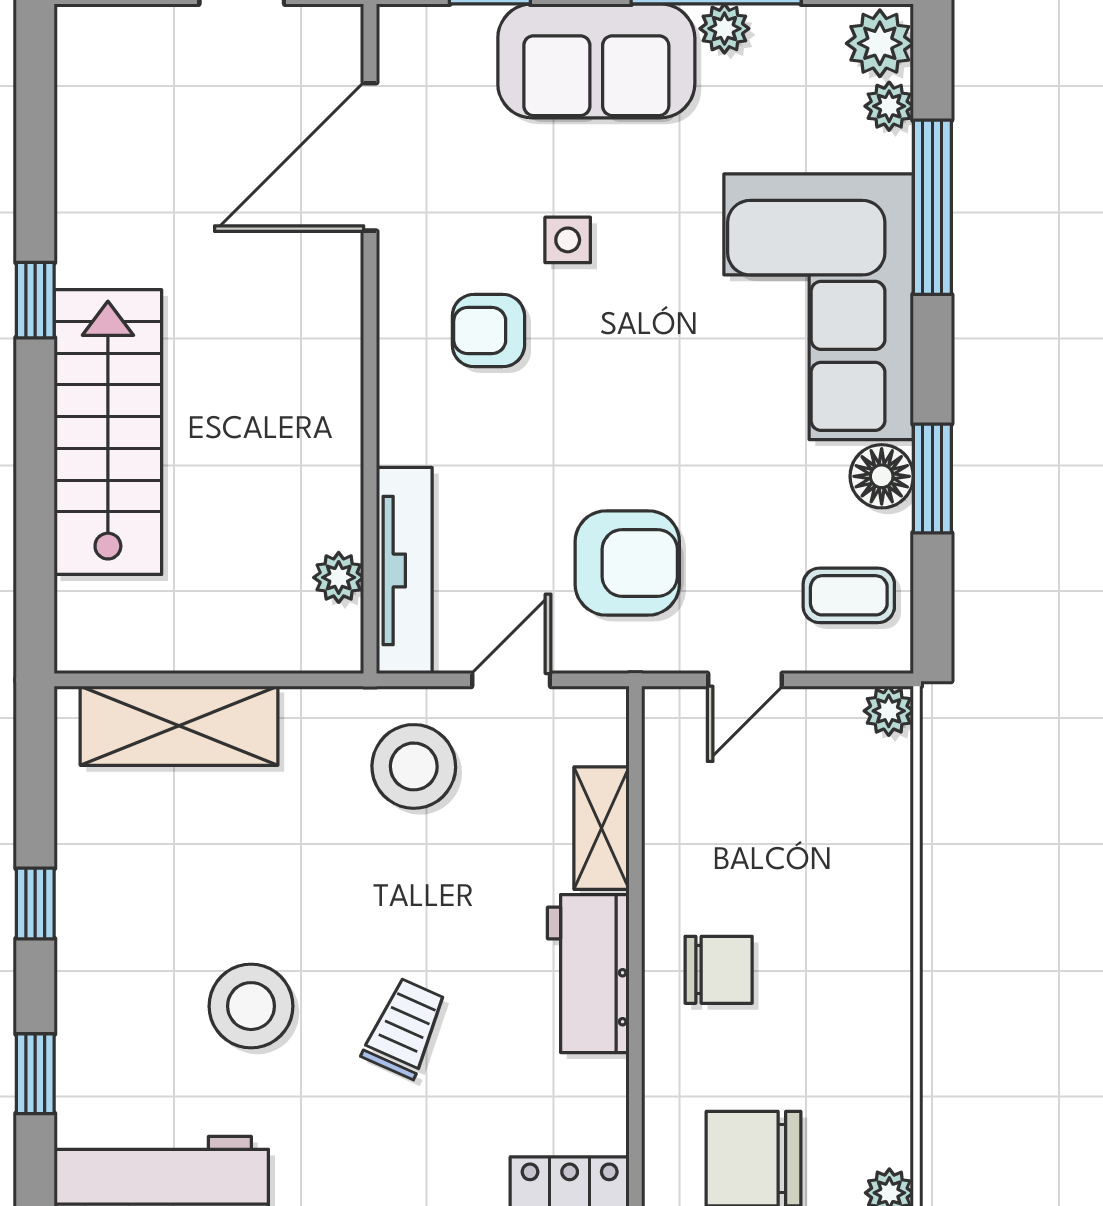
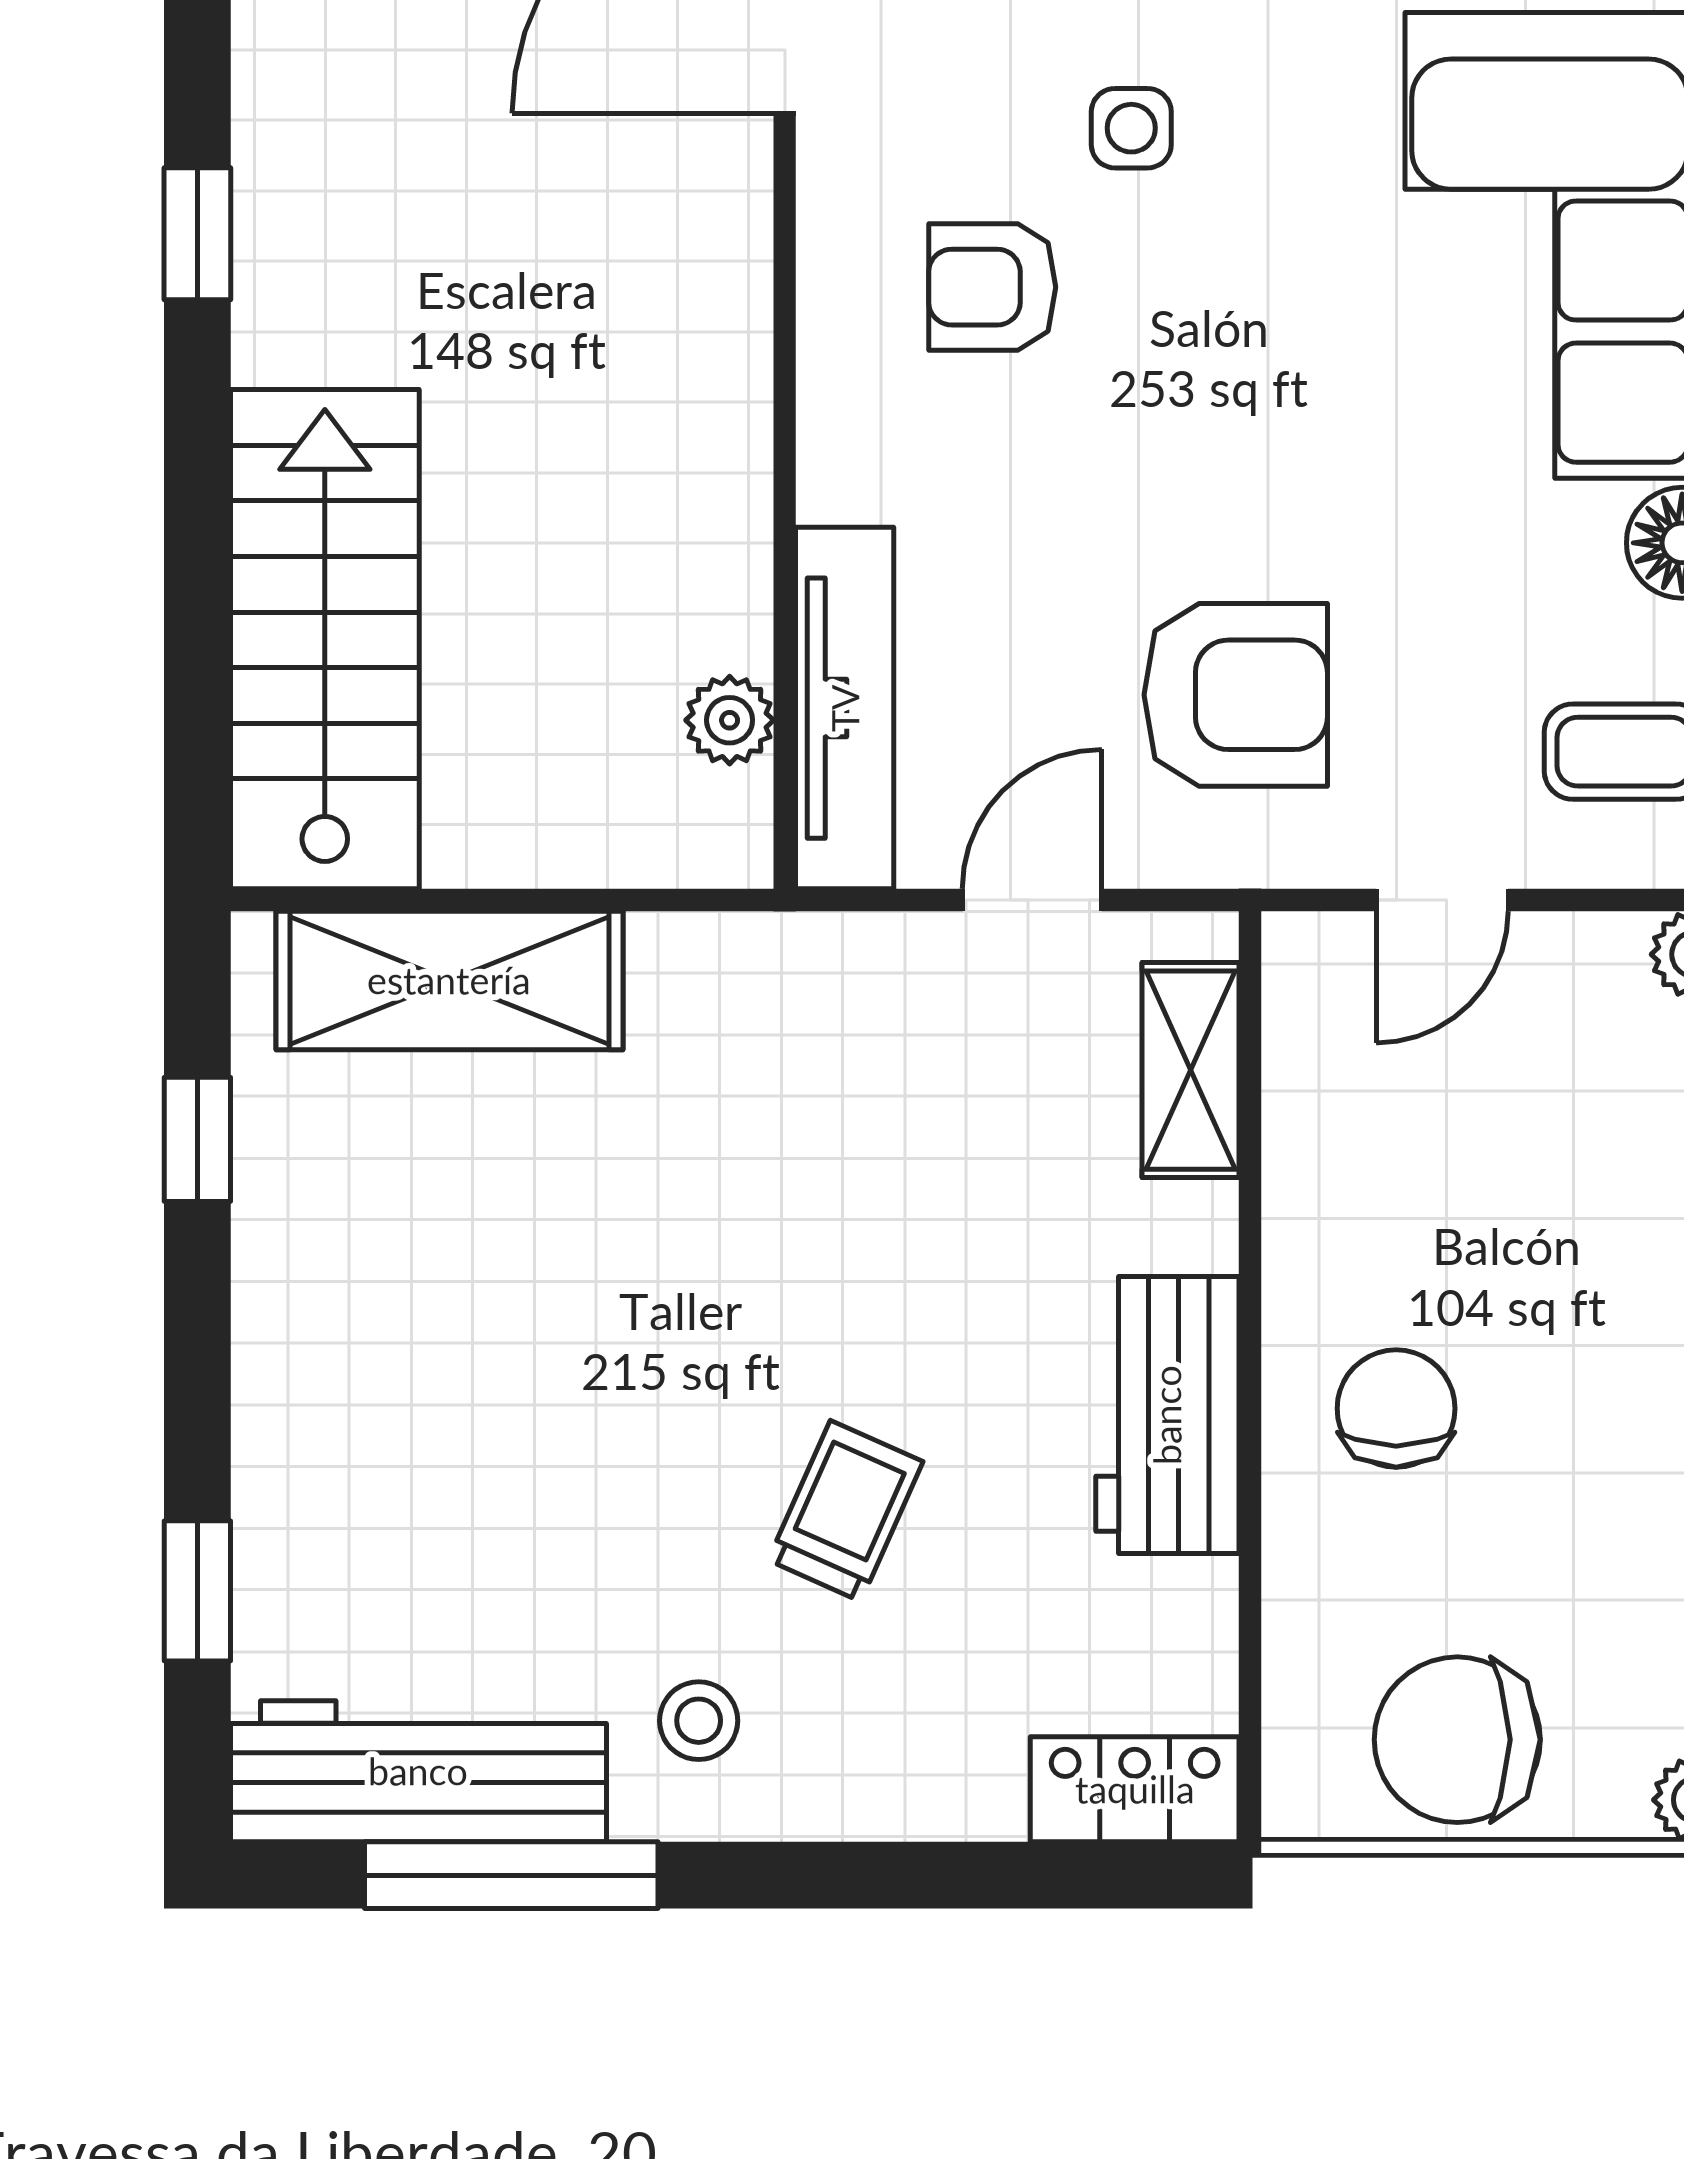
stairs: (108, 432) -> (325, 639), moved
stool: (414, 766) -> (861, 1052), removed
shelving: (601, 828) -> (1191, 1070), moved
window: (35, 904) -> (197, 1139), moved
chair: (719, 970) -> (1396, 1408), turned -90
stool: (251, 1006) -> (699, 1721), moved, width x0.53, depth x0.53

